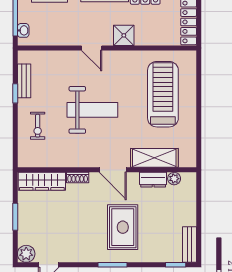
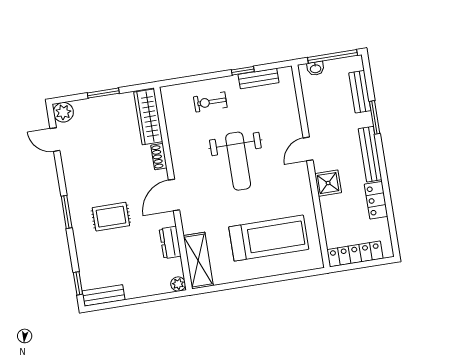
shelving: (154, 158) -> (198, 261), moved
plant: (174, 179) -> (178, 284), moved
rug: (123, 227) -> (111, 217), width x0.73, depth x0.70

